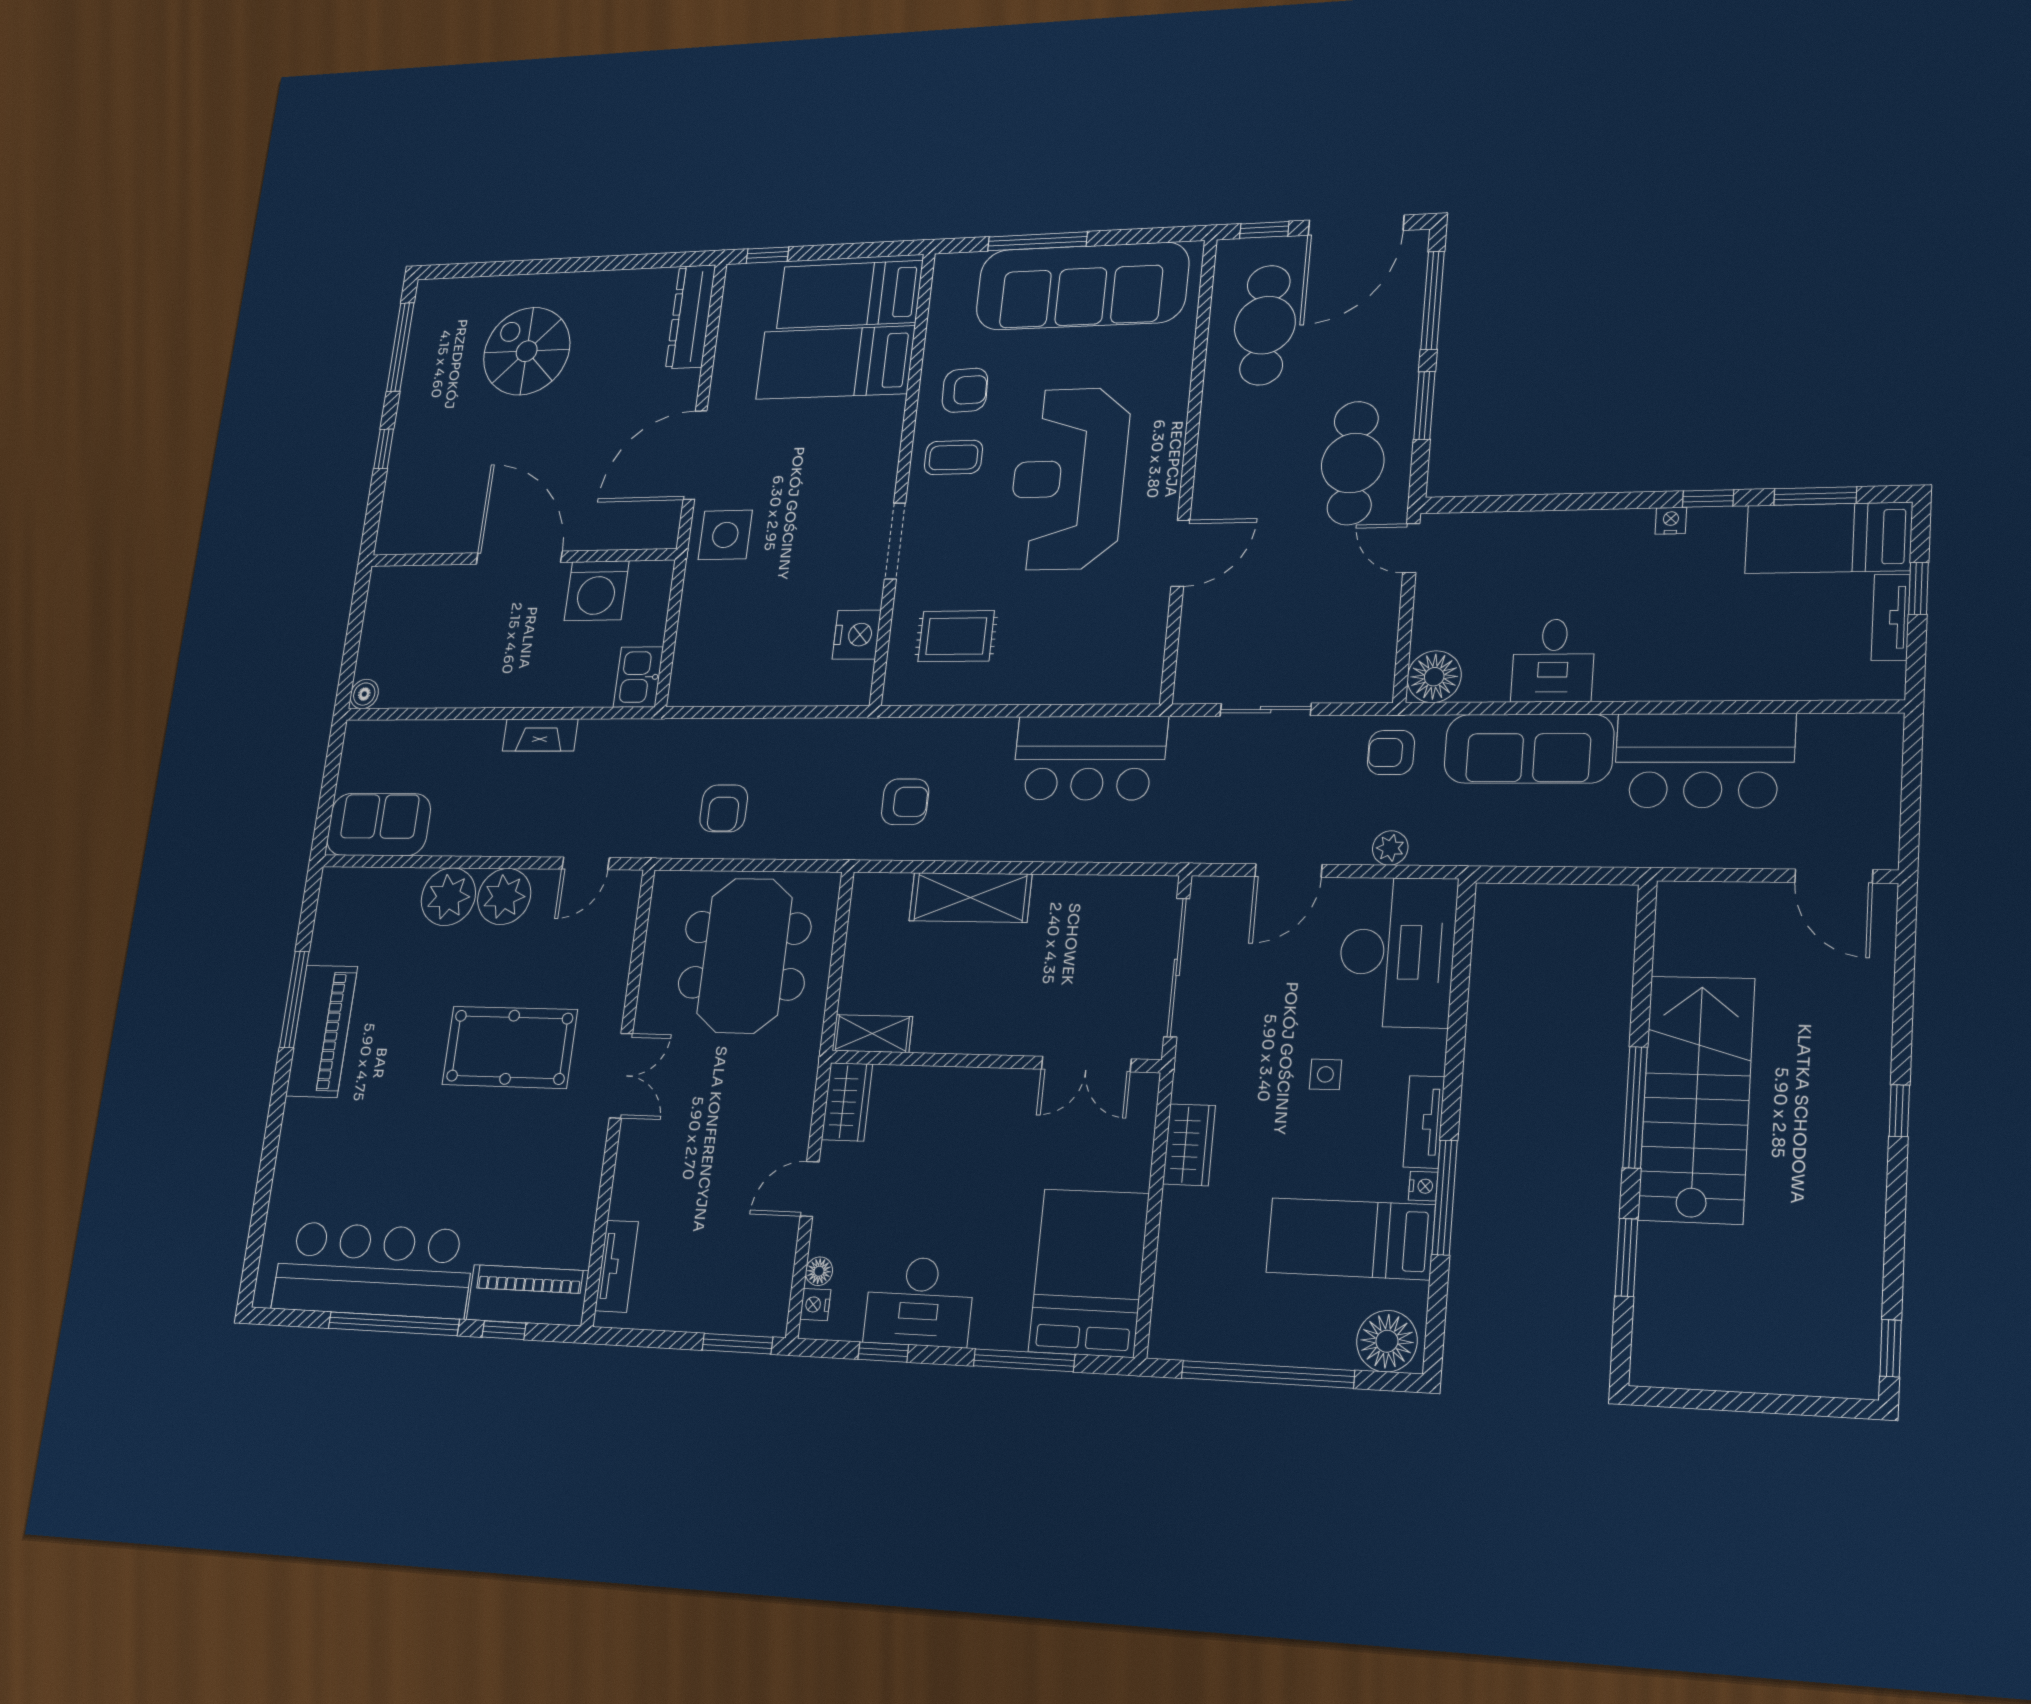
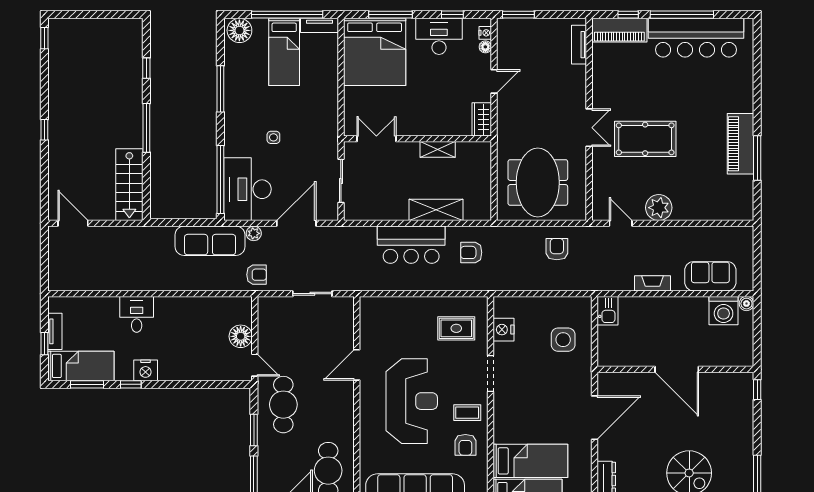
armchair: (965, 390) -> (465, 445), turned -88
window: (384, 449) -> (757, 390), moved
nightstand: (1671, 521) -> (146, 370), width x1.89, depth x1.79
side table: (725, 535) -> (563, 340), moved
washing machine: (597, 591) -> (724, 311), moved, turned 180
desk: (1553, 661) -> (137, 314), moved
floor lamp: (1434, 677) -> (241, 336), moved
sofa: (1529, 749) -> (210, 241), moved, turned 180
bar counter: (1089, 758) -> (411, 245), moved, turned 180
bar counter: (1704, 761) -> (126, 271), removed
sofa: (379, 825) -> (710, 276), moved, turned 180
door: (586, 863) -> (621, 223), hinge flipped
door: (1288, 871) -> (296, 223), width x1.36
plant: (448, 897) -> (687, 207), removed
sliding door: (1177, 967) -> (341, 181), width x0.73
window: (1460, 976) -> (220, 180), added
shelving: (872, 1034) -> (438, 149), moved
double door: (621, 1076) -> (589, 128), swing flipped
stairs: (1697, 1099) -> (129, 185), moved, width x0.73, depth x0.66
tv unit: (1424, 1122) -> (320, 25), moved, turned 90
wardrobe: (1189, 1145) -> (329, 106), removed
nightstand: (1423, 1186) -> (229, 93), removed
bed: (1350, 1239) -> (284, 52), moved, turned 90
window: (1626, 1257) -> (146, 68), width x0.67
bed: (1089, 1273) -> (375, 52), width x1.36

